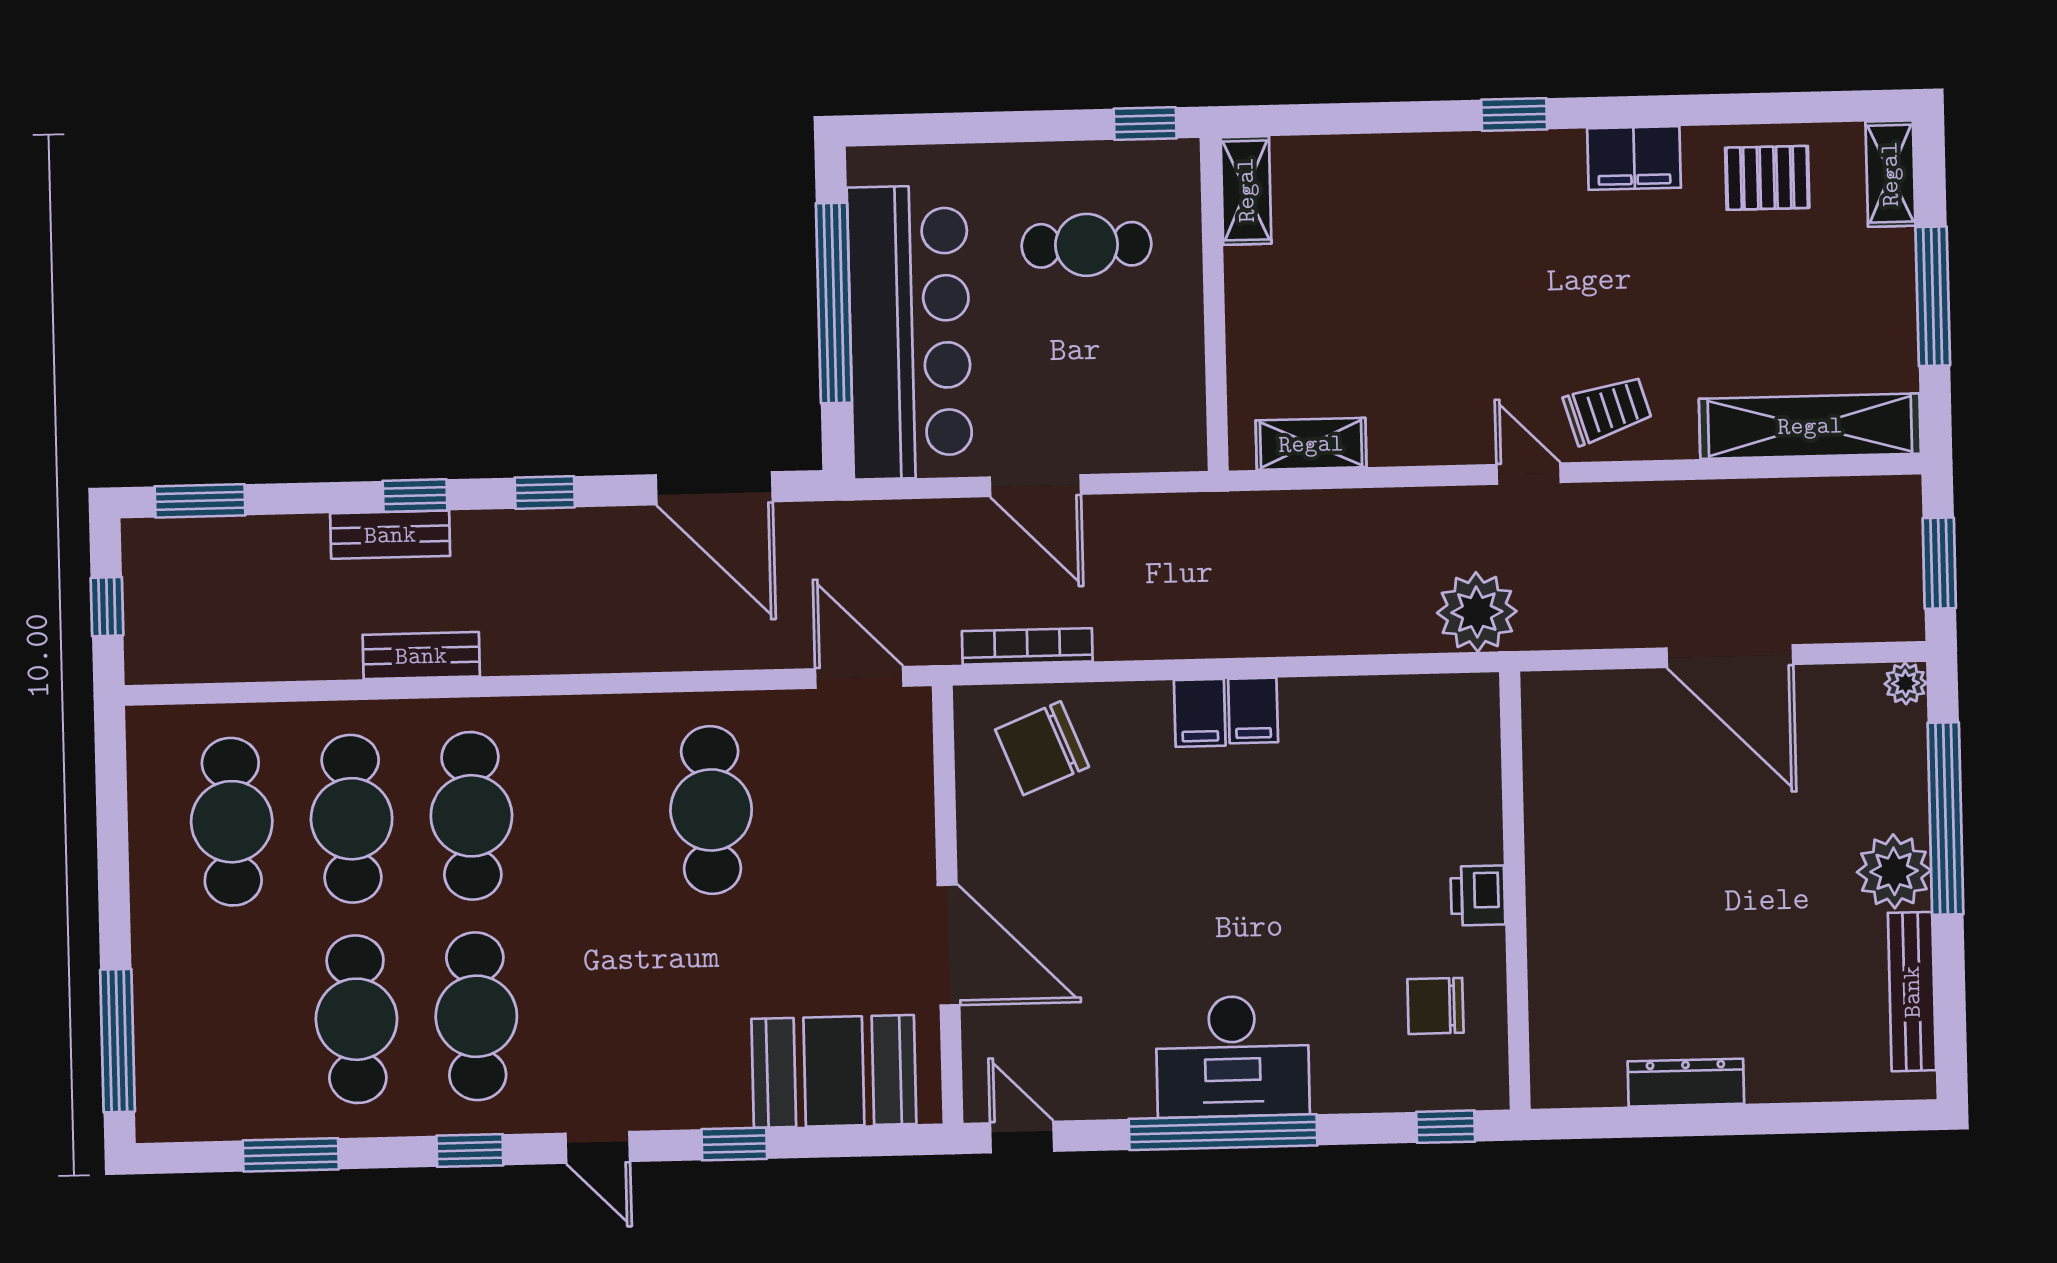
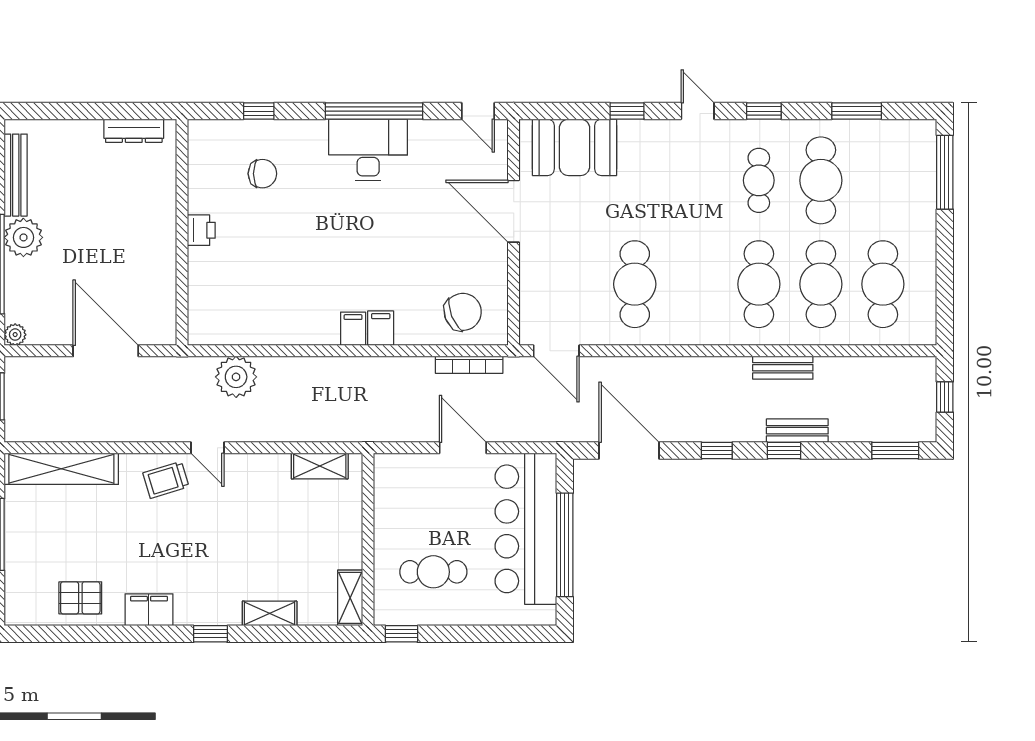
shelving: (1890, 174) -> (270, 613), moved, turned 90
wall: (1515, 891) -> (182, 232), moved
printer: (1478, 895) -> (201, 230), moved
cafe table: (476, 1016) -> (759, 180), width x0.73, depth x0.74

